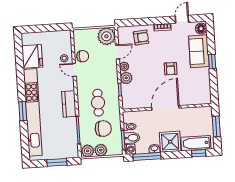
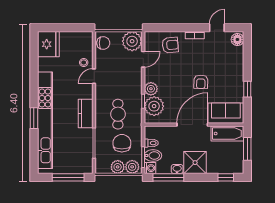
sofa: (199, 51) -> (226, 113), moved, turned 90
fridge: (32, 56) -> (48, 44), moved
chair: (83, 56) -> (103, 43), moved
window: (212, 62) -> (247, 89), moved
plant: (124, 66) -> (154, 106), moved, width x1.87, depth x1.87
door: (74, 70) -> (94, 76), hinge flipped
chair: (103, 129) -> (122, 143), turned -90
bathtub: (196, 143) -> (227, 134), moved, turned 180
plant: (88, 151) -> (132, 167), moved
window: (57, 162) -> (68, 177), width x1.44

